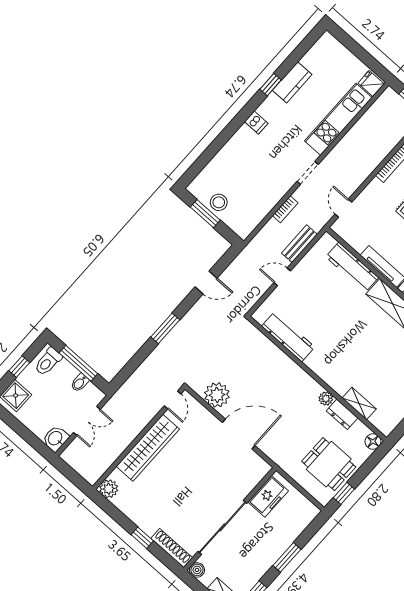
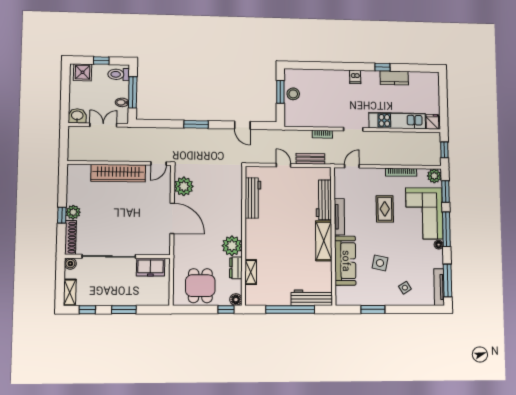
plant: (326, 399) -> (232, 246), width x1.88, depth x1.88
double door: (87, 421) -> (103, 125), swing flipped
plant: (109, 489) -> (73, 212), moved
window: (344, 493) -> (226, 310), moved

